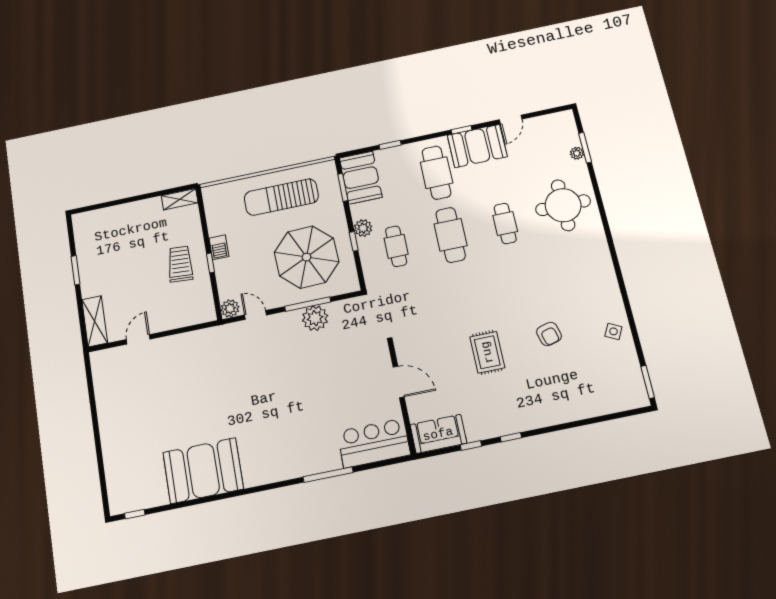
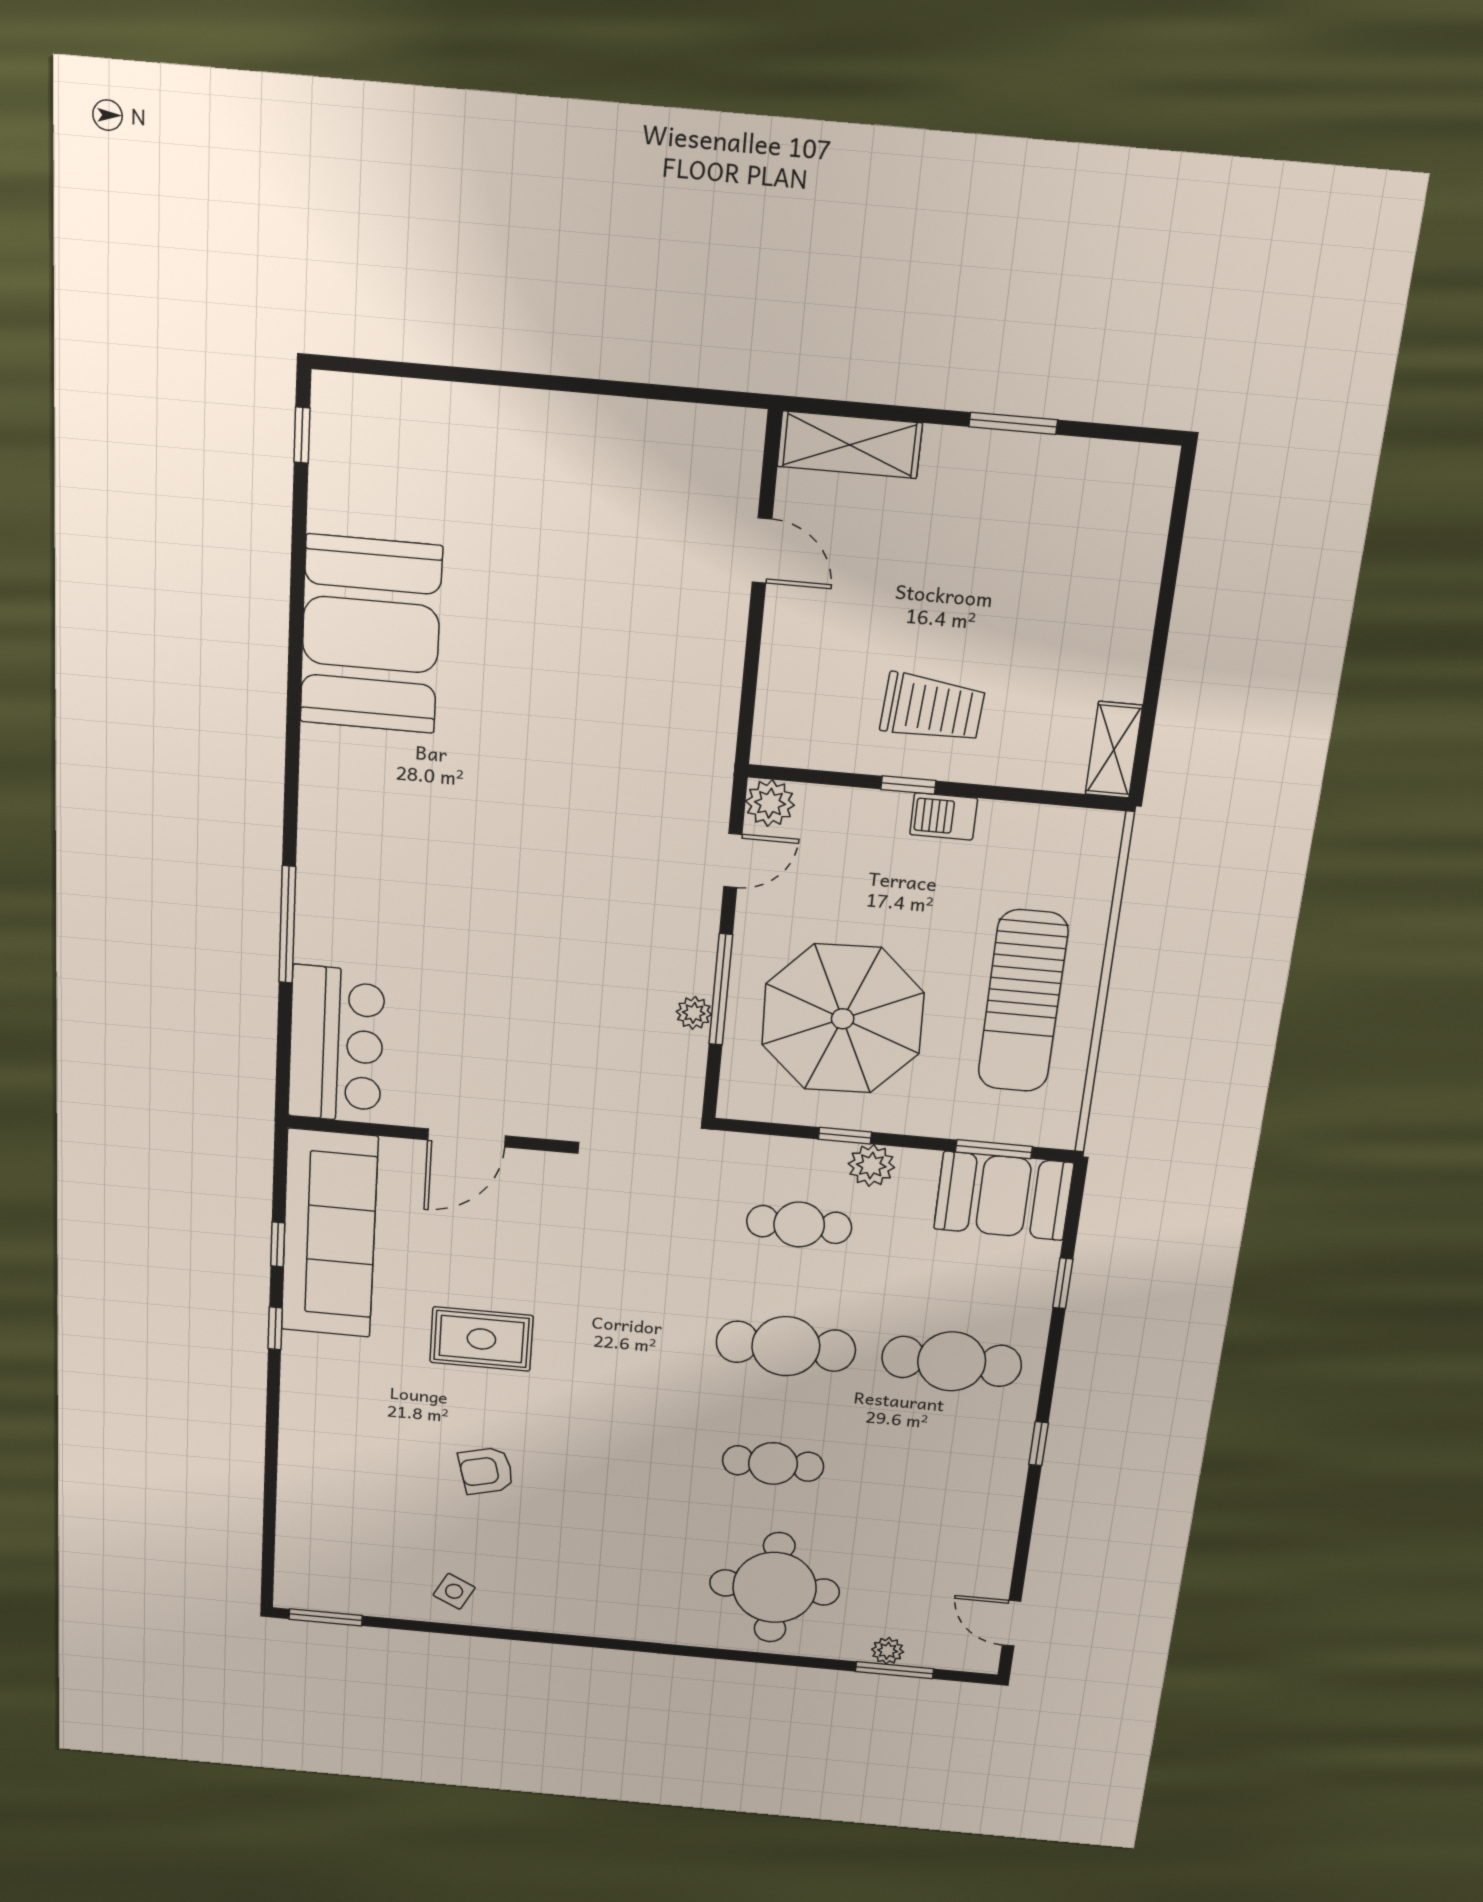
door: (511, 119) -> (1012, 1623), moved
booth: (477, 146) -> (985, 1464), removed
sun lounger: (281, 197) -> (1023, 1001), turned 180
plant: (315, 318) -> (694, 1013), width x0.53, depth x0.53
sofa: (438, 434) -> (329, 1234), width x1.85, depth x1.27

